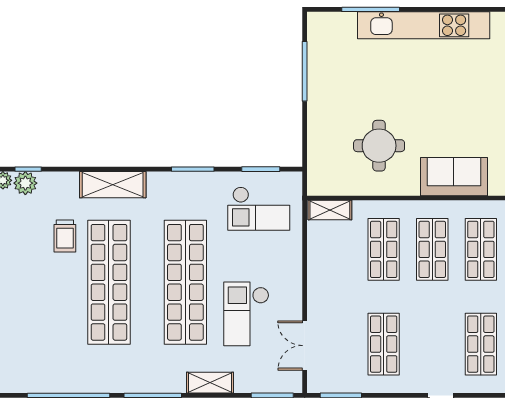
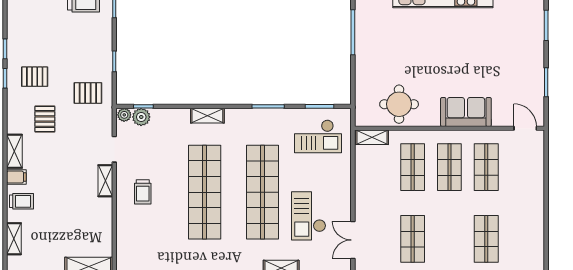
round table: (379, 146) -> (399, 104), moved
shelving: (113, 185) -> (207, 116), width x0.67, depth x0.75
trolley: (65, 236) -> (143, 192), moved

